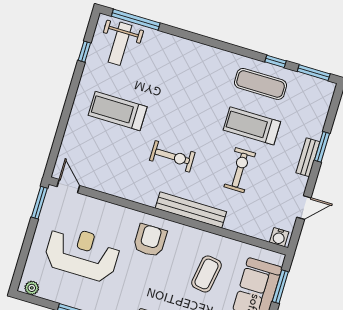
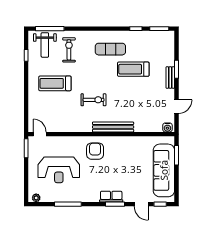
exercise mat: (261, 84) -> (110, 49), moved
exercise bike: (240, 170) -> (69, 50), moved
reception desk: (82, 253) -> (59, 170), turned 180
coffee table: (206, 274) -> (133, 161), removed

